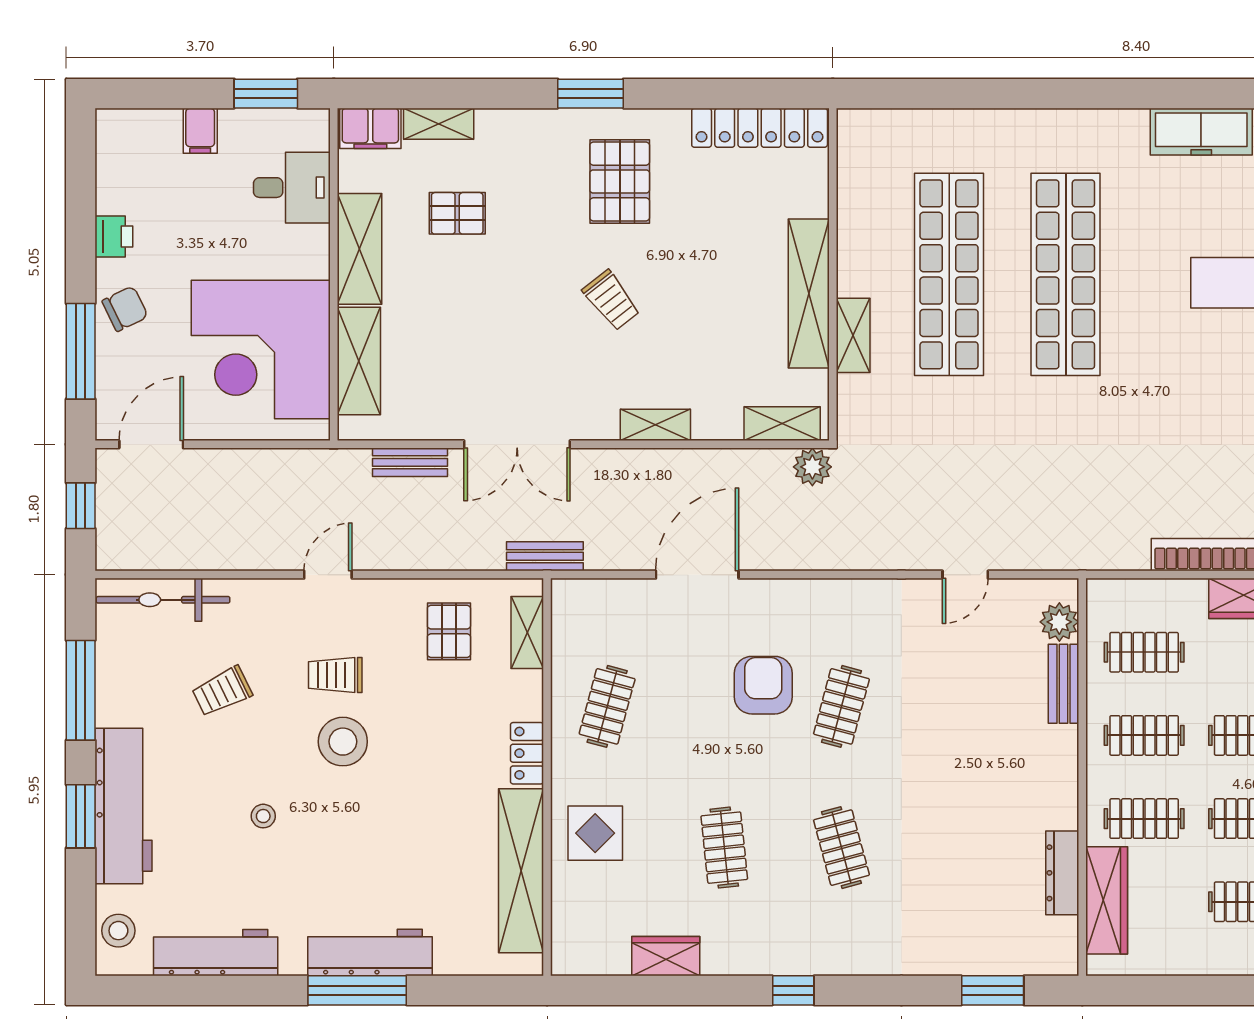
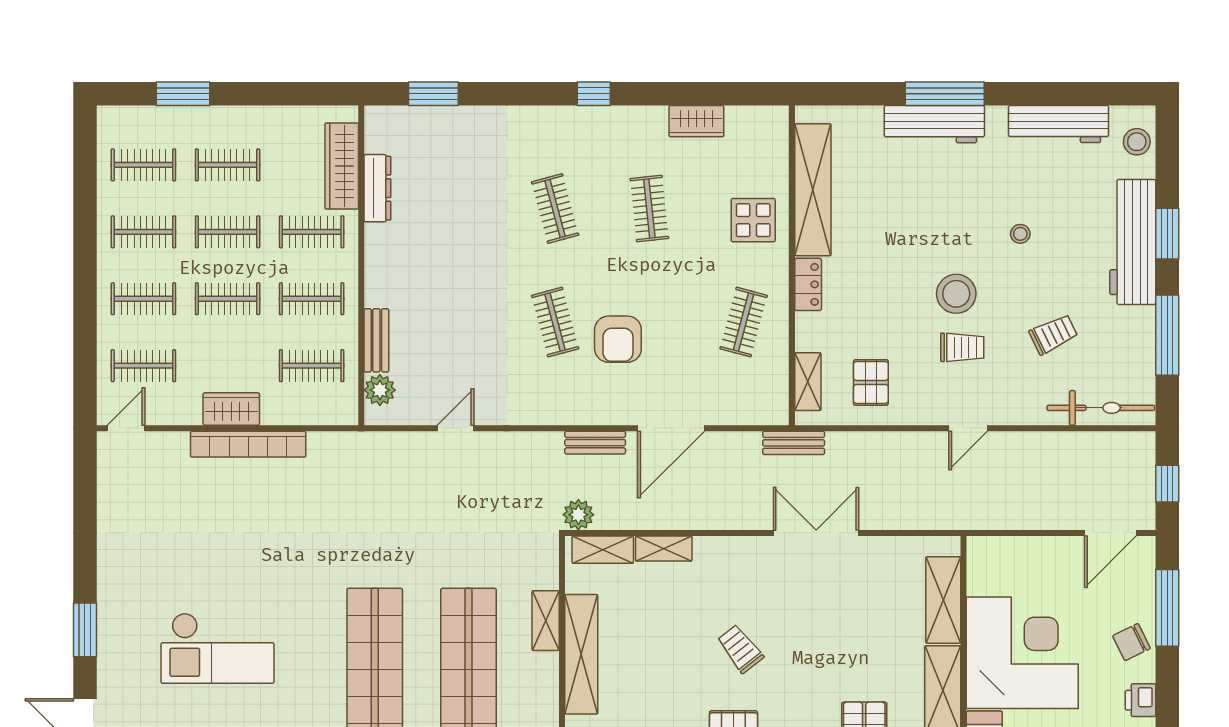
corner desk: (261, 350) -> (1022, 653), moved
shelving: (655, 425) -> (664, 549), moved
bench: (410, 462) -> (595, 443), moved
clothes rail: (841, 706) -> (555, 322), turned -30

